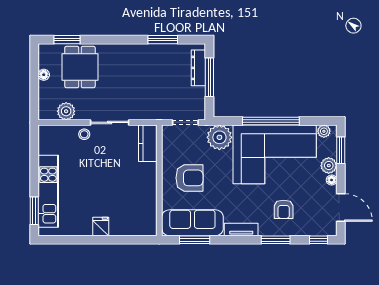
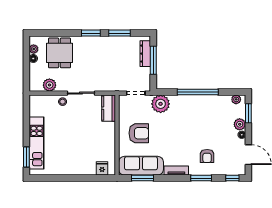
window: (67, 40) -> (91, 33), moved
plant: (44, 62) -> (34, 49), added
corner sofa: (275, 154) -> (201, 116), removed
fridge: (101, 227) -> (102, 168), moved

